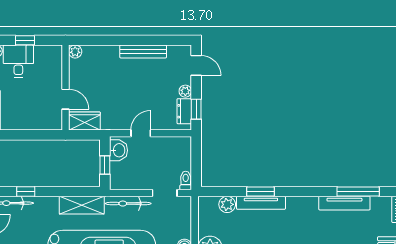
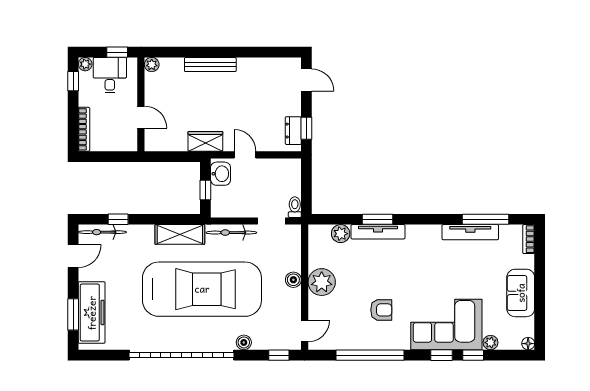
plant: (75, 52) -> (152, 65), moved
bench: (143, 52) -> (210, 65), moved
wall: (65, 88) -> (141, 104), moved
plant: (185, 91) -> (294, 108), removed
door: (65, 99) -> (141, 117), moved
wardrobe: (84, 121) -> (205, 141), moved
door: (141, 133) -> (245, 155), hinge flipped

